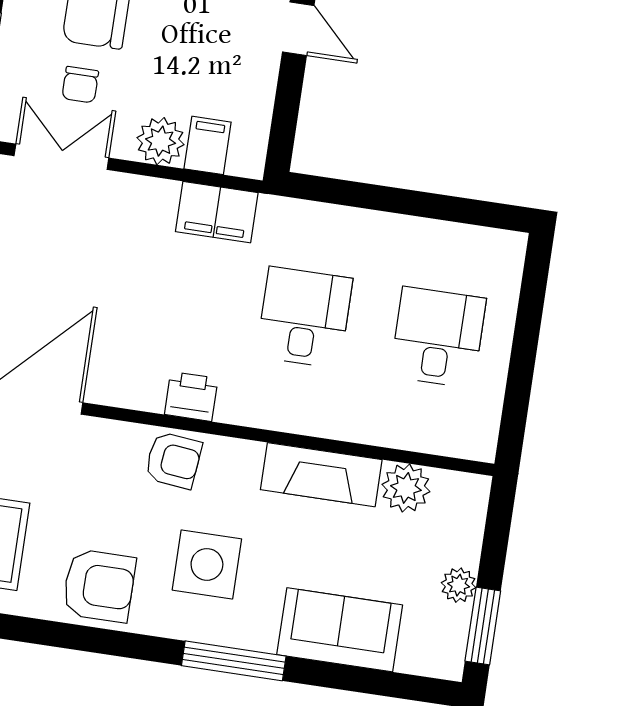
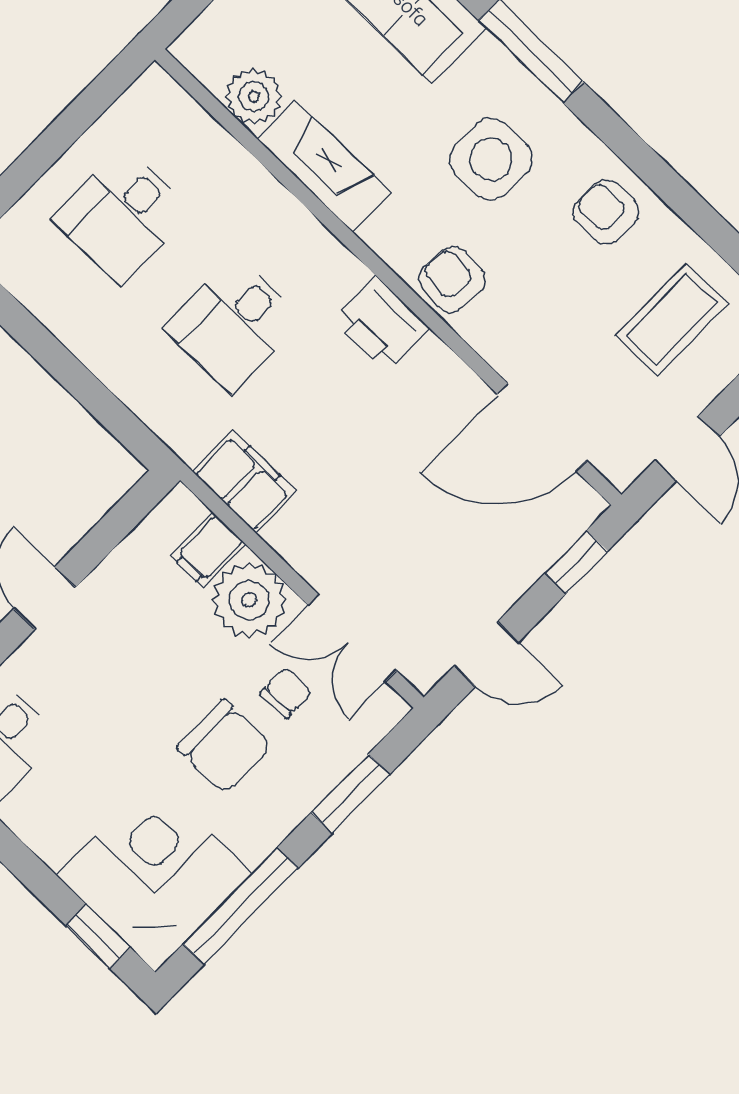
plant: (161, 141) -> (249, 600), width x1.36, depth x1.36
printer: (191, 396) -> (381, 324), width x1.36, depth x1.24
armchair: (99, 586) -> (606, 212), width x0.72, depth x0.72

